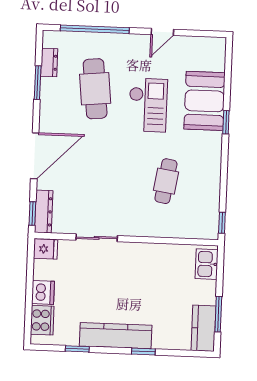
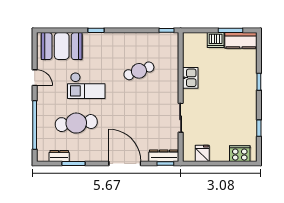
booth: (205, 101) -> (62, 46), moved
checkout: (148, 105) -> (86, 86), turned 180
cafe table: (166, 181) -> (139, 71), turned -30
fridge: (45, 249) -> (202, 153), moved
kitchen sink: (207, 264) -> (190, 78), moved, turned -90
dishwasher: (43, 292) -> (216, 40), moved, turned 180
kitchen counter: (116, 336) -> (249, 102), removed

